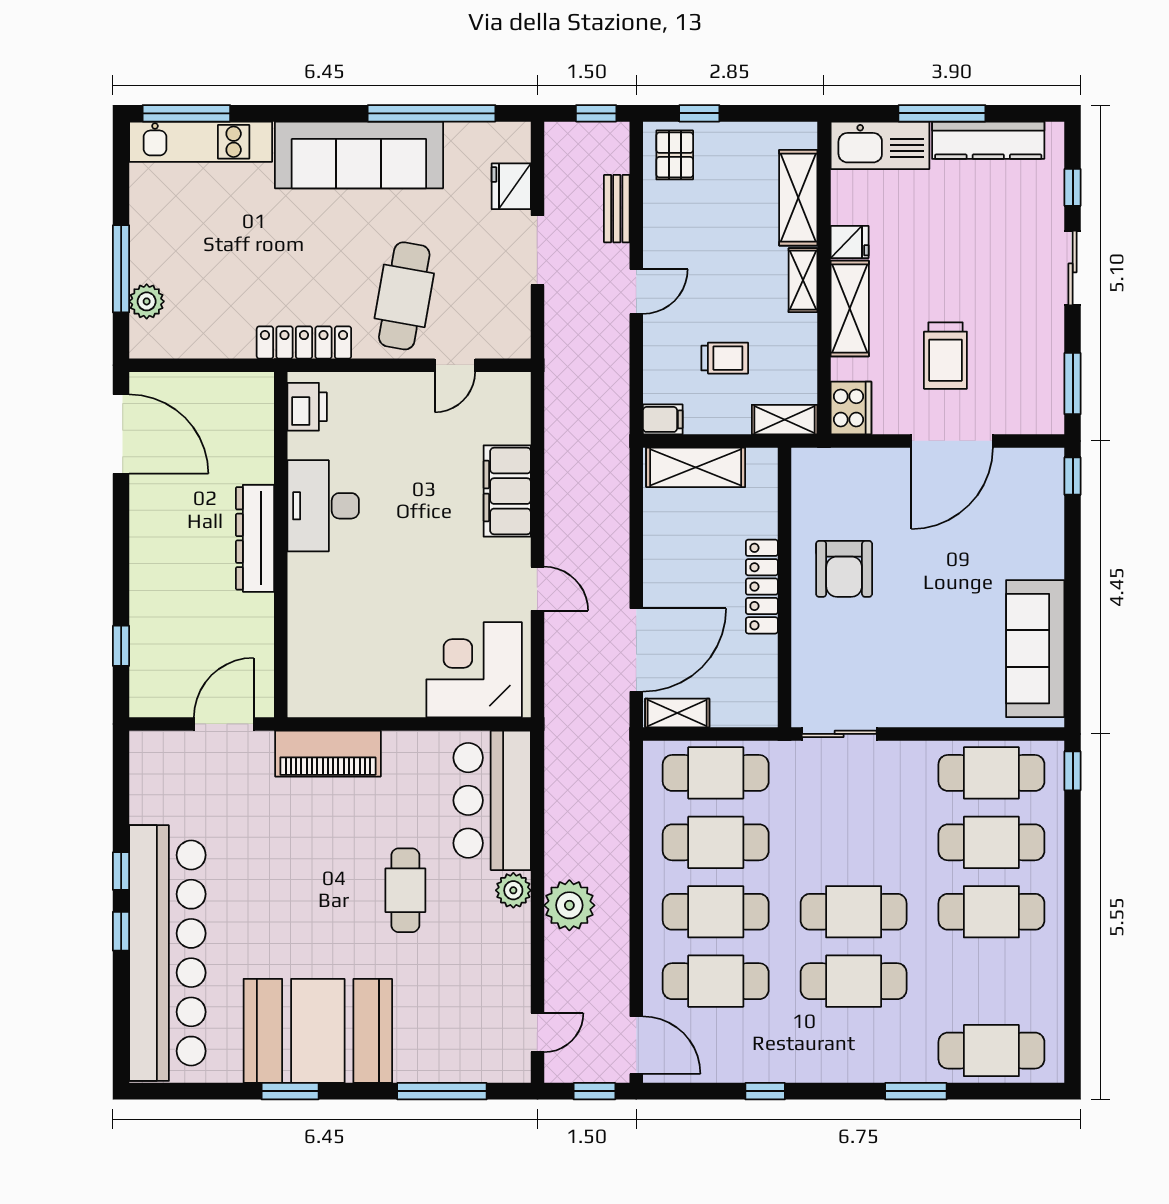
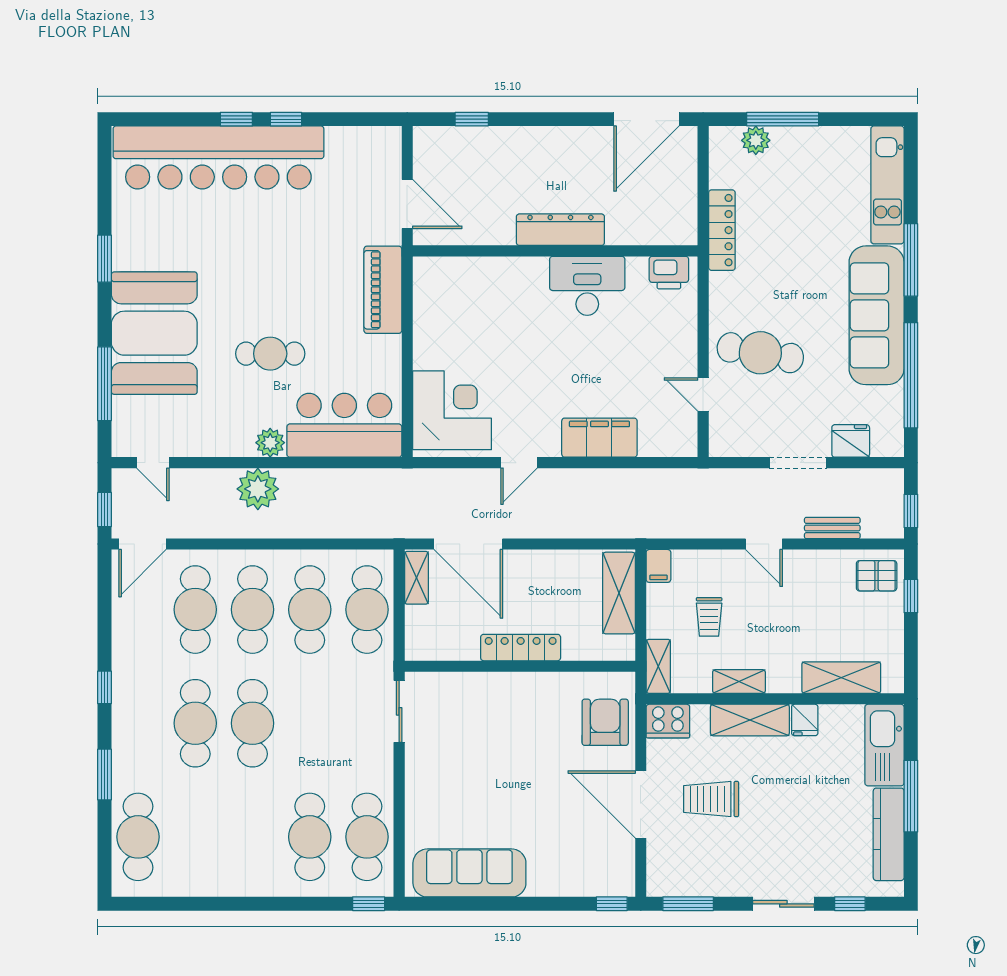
window: (186, 113) -> (911, 260), moved
shelving: (803, 280) -> (739, 681), moved
locker: (304, 342) -> (722, 230), moved
armchair: (844, 569) -> (605, 722), moved, turned 90
cafe table: (991, 912) -> (252, 837), removed
booth: (318, 1031) -> (154, 333), moved
window: (765, 1091) -> (105, 687), moved

